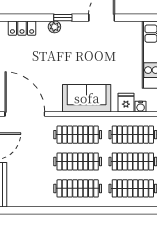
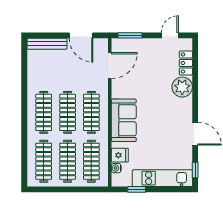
window: (63, 18) -> (195, 170), moved
plant: (54, 27) -> (182, 87), width x1.87, depth x1.87
door: (25, 114) -> (110, 66), width x0.73

